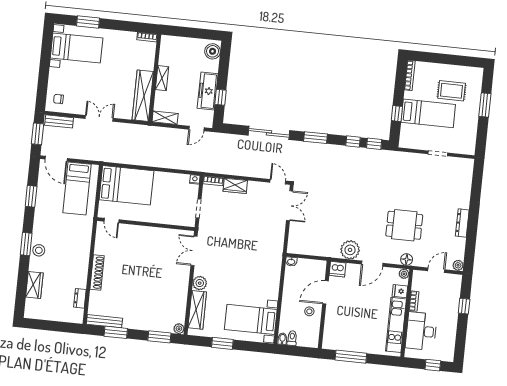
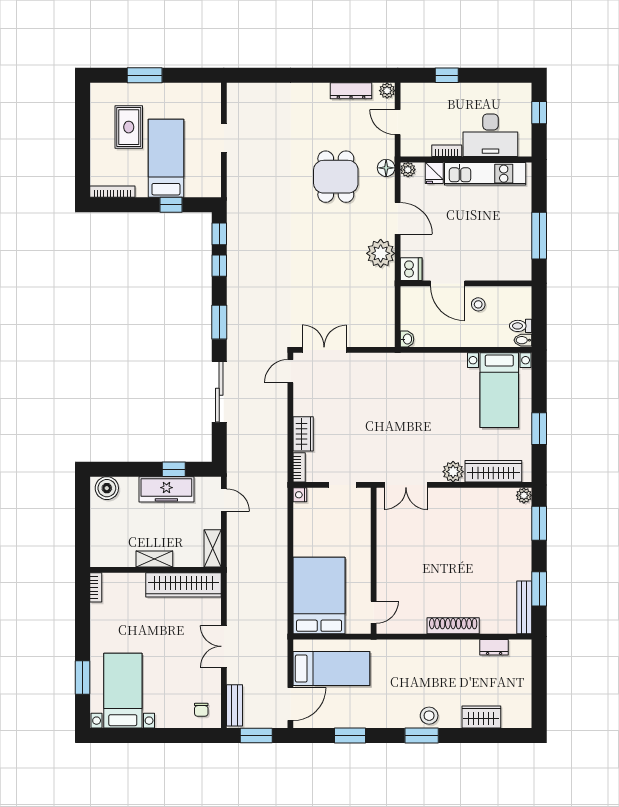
dresser: (462, 223) -> (351, 91), moved

